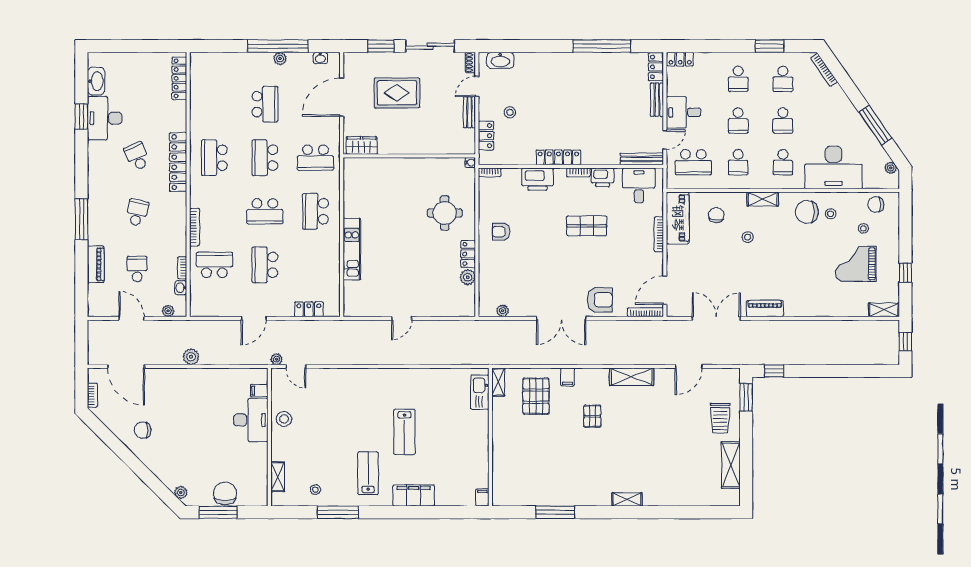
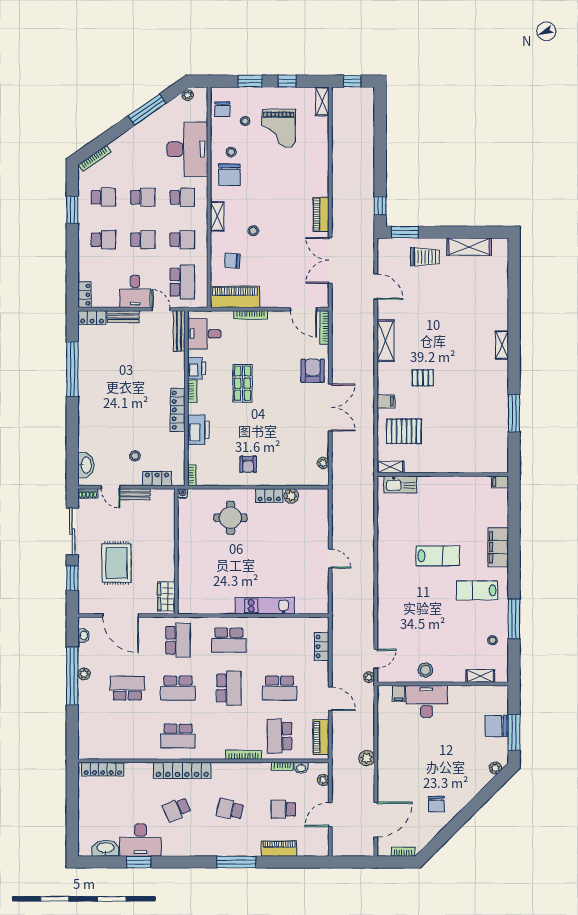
window: (905, 234) -> (250, 81), added
piano: (213, 309) -> (321, 737), added

